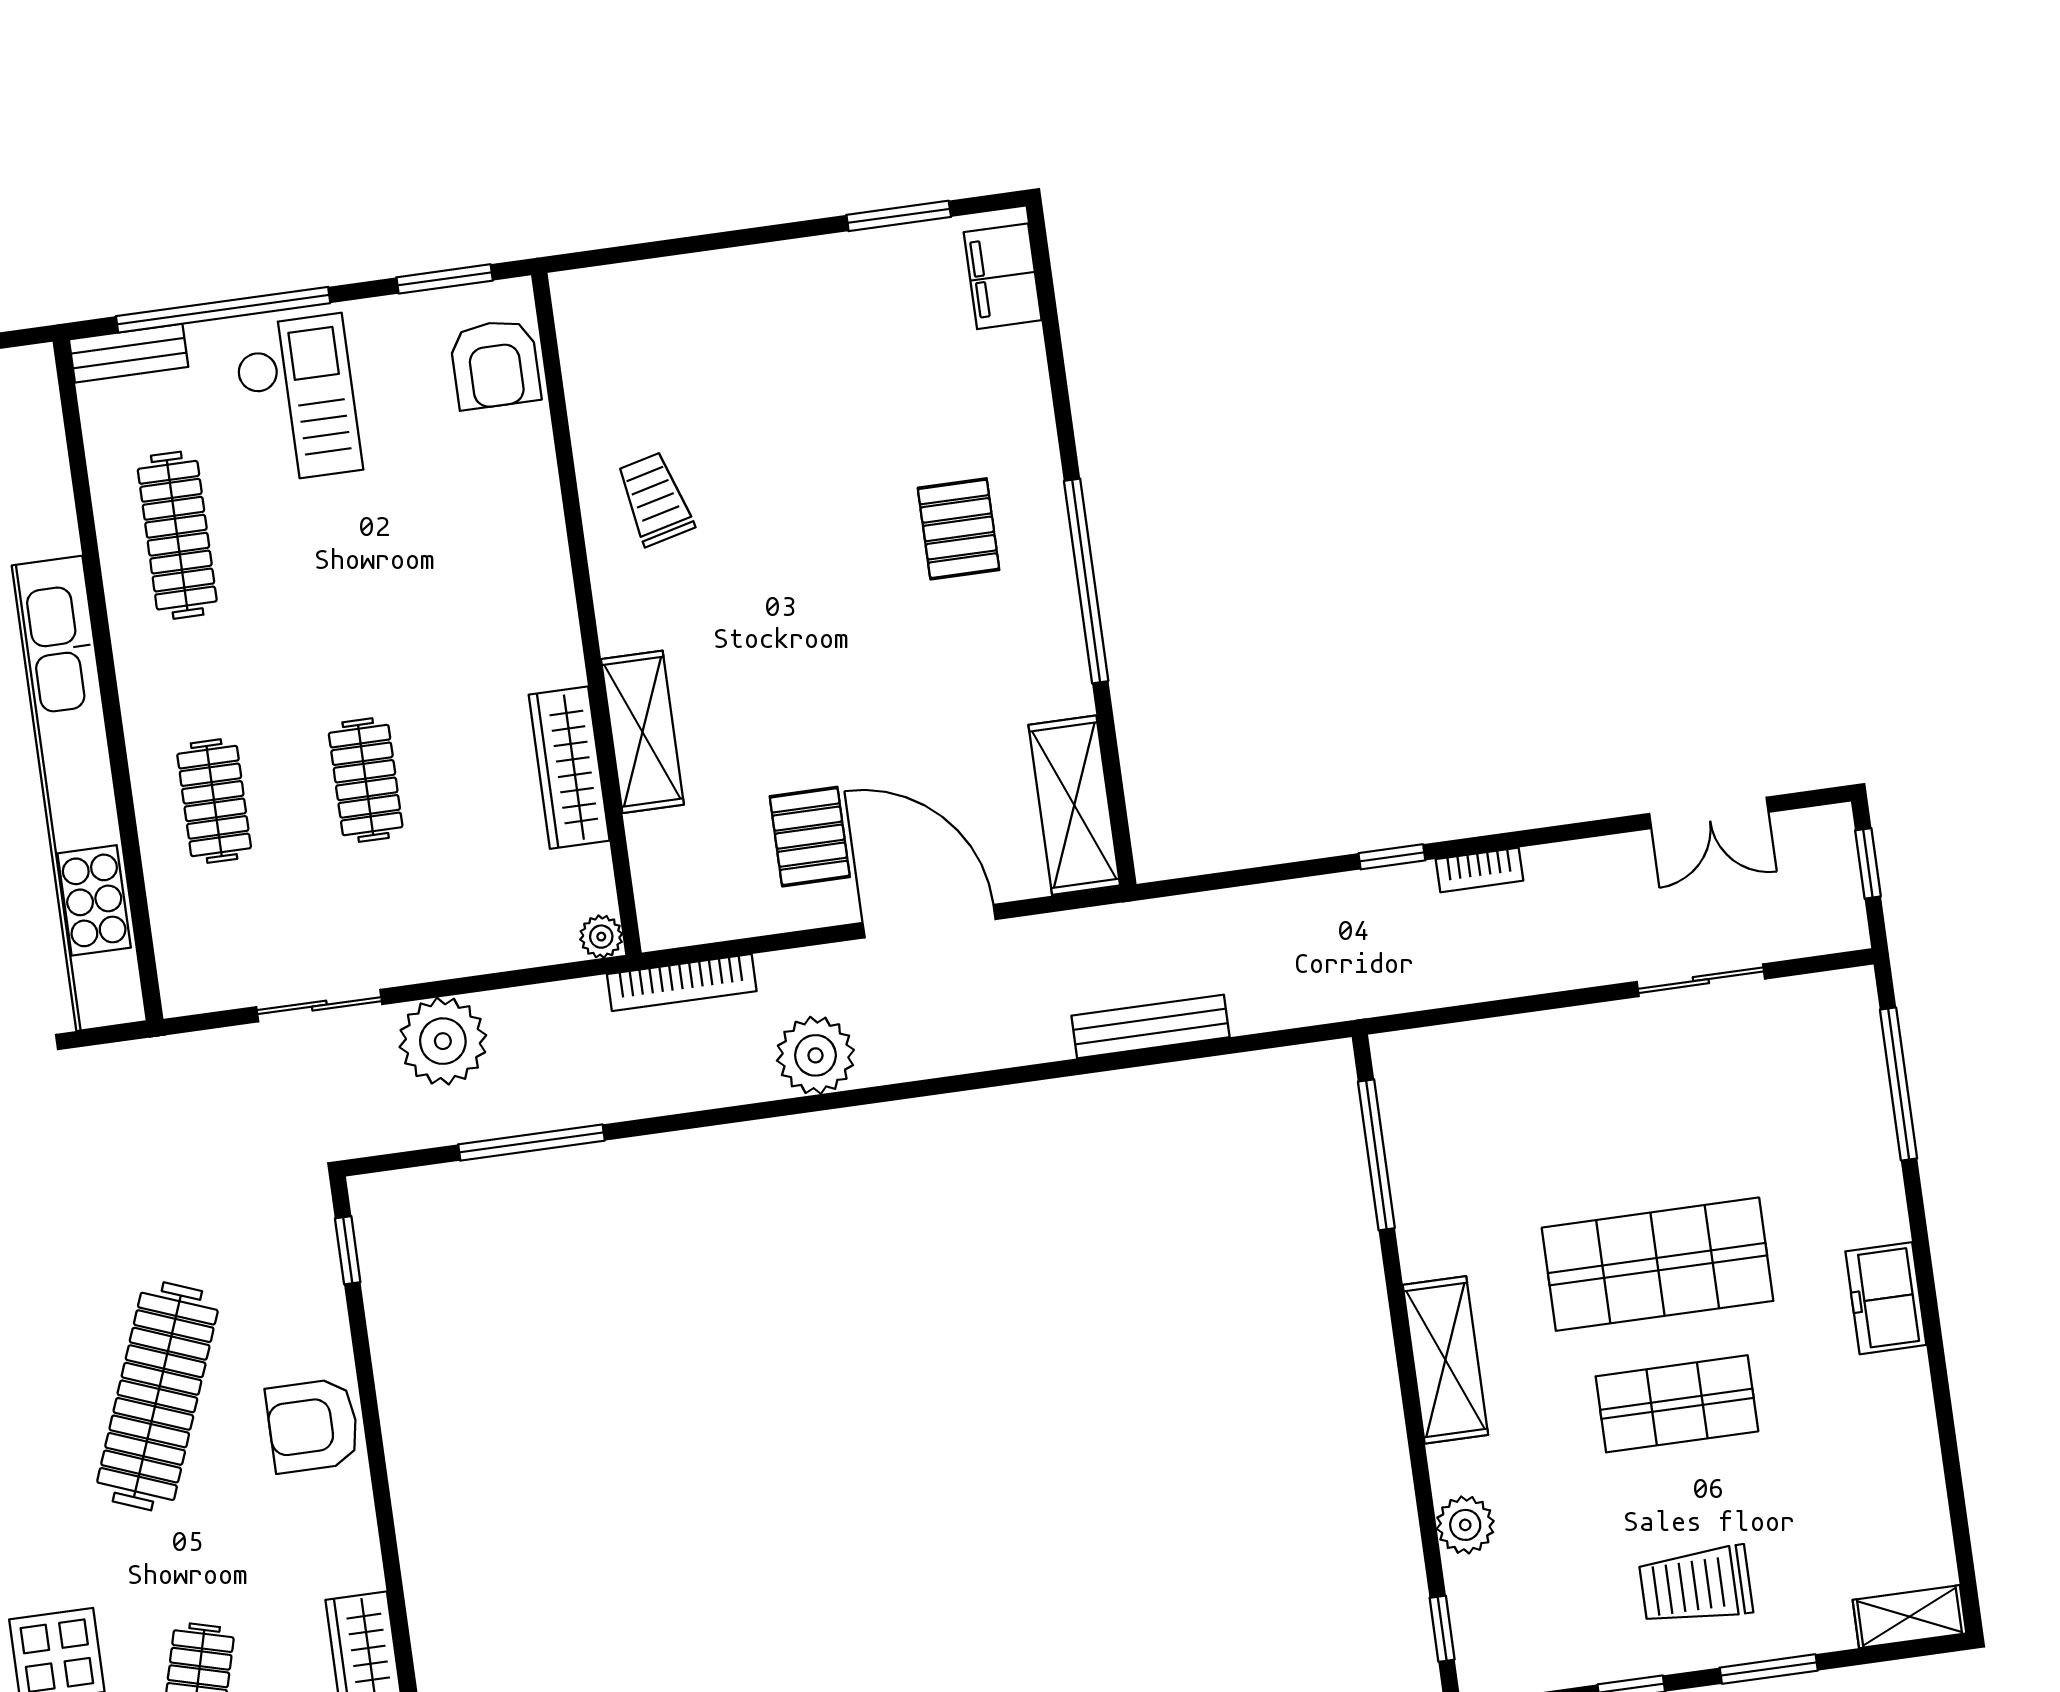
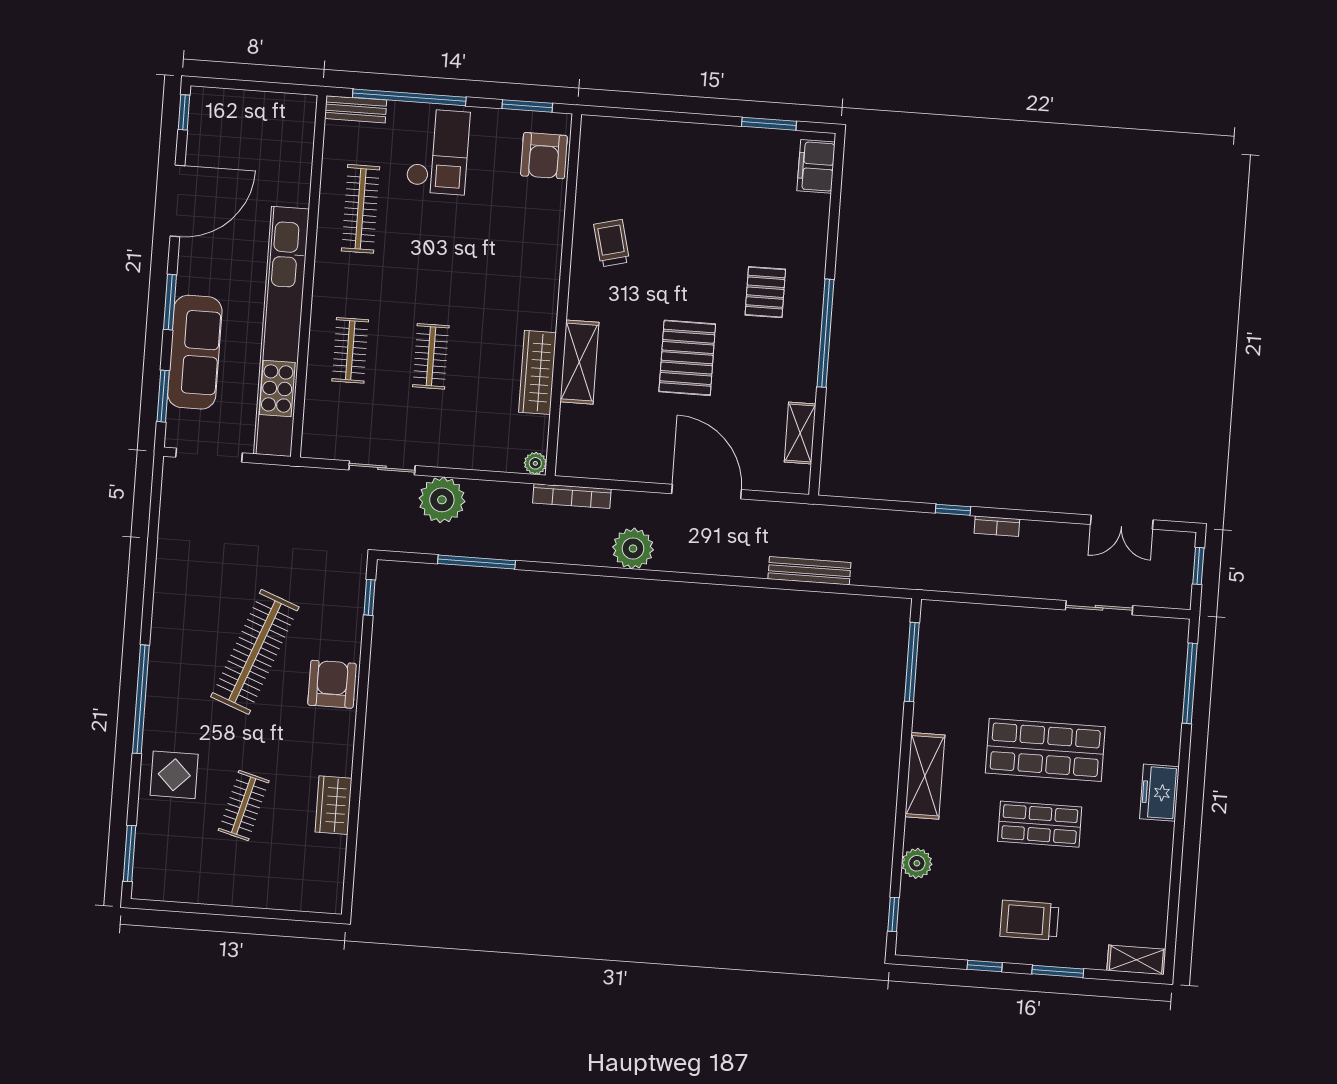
shelving: (1074, 805) -> (800, 433), width x0.67, depth x0.75
pallet: (810, 837) -> (687, 358), moved, width x1.50, depth x1.42
armchair: (313, 1426) -> (332, 684), turned 90

